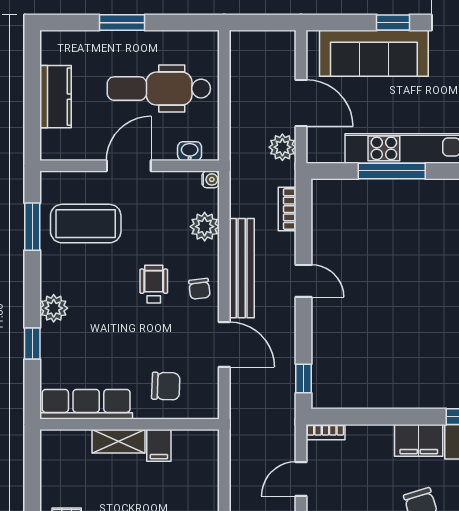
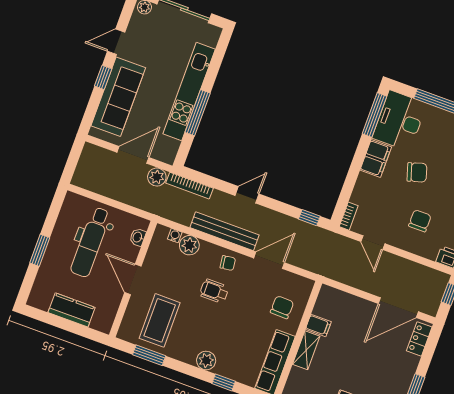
water cooler: (211, 179) -> (175, 236), moved
bookcase: (287, 209) -> (190, 186), width x1.56

